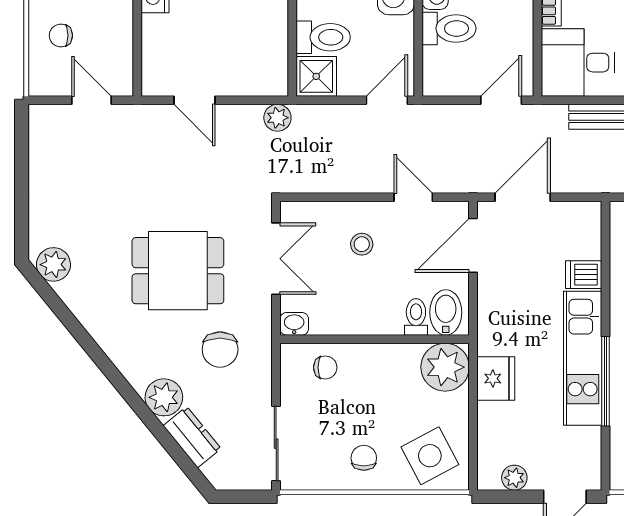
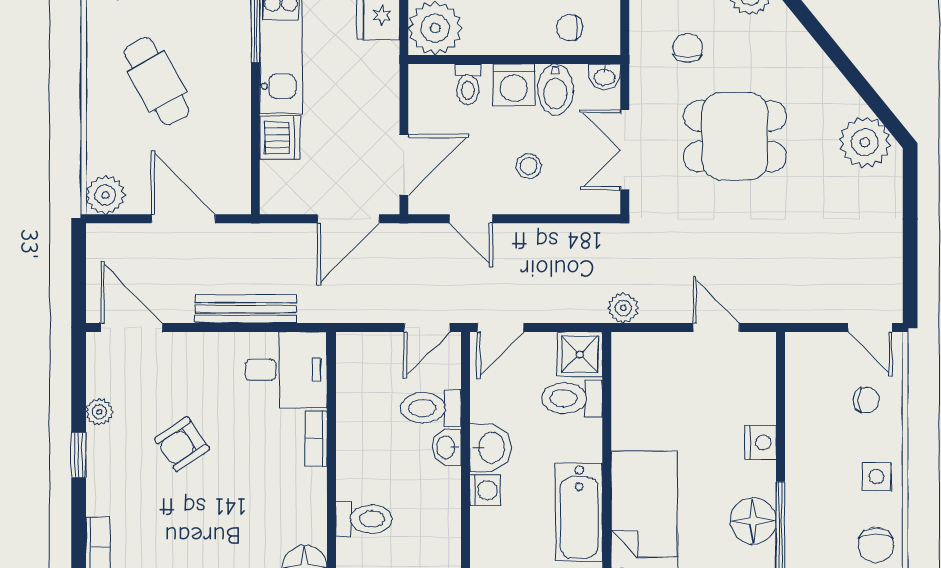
door: (91, 100) -> (870, 327), moved
door: (501, 100) -> (427, 327), moved
plant: (53, 264) -> (865, 142), width x1.36, depth x1.36
dishwasher: (584, 275) -> (280, 138), width x1.38
bidet: (446, 312) -> (555, 89), moved
washing machine: (375, 317) -> (514, 85), added
chair: (220, 350) -> (688, 48), width x0.73, depth x0.73

